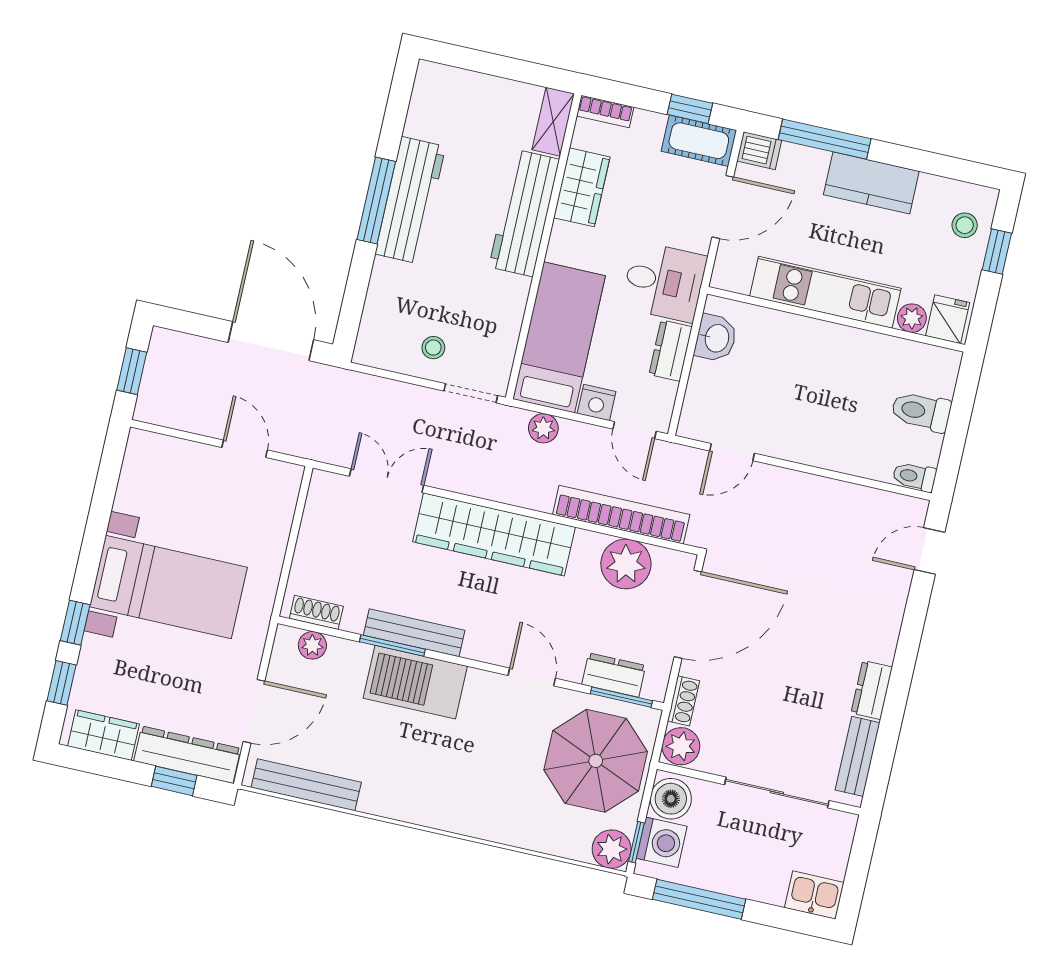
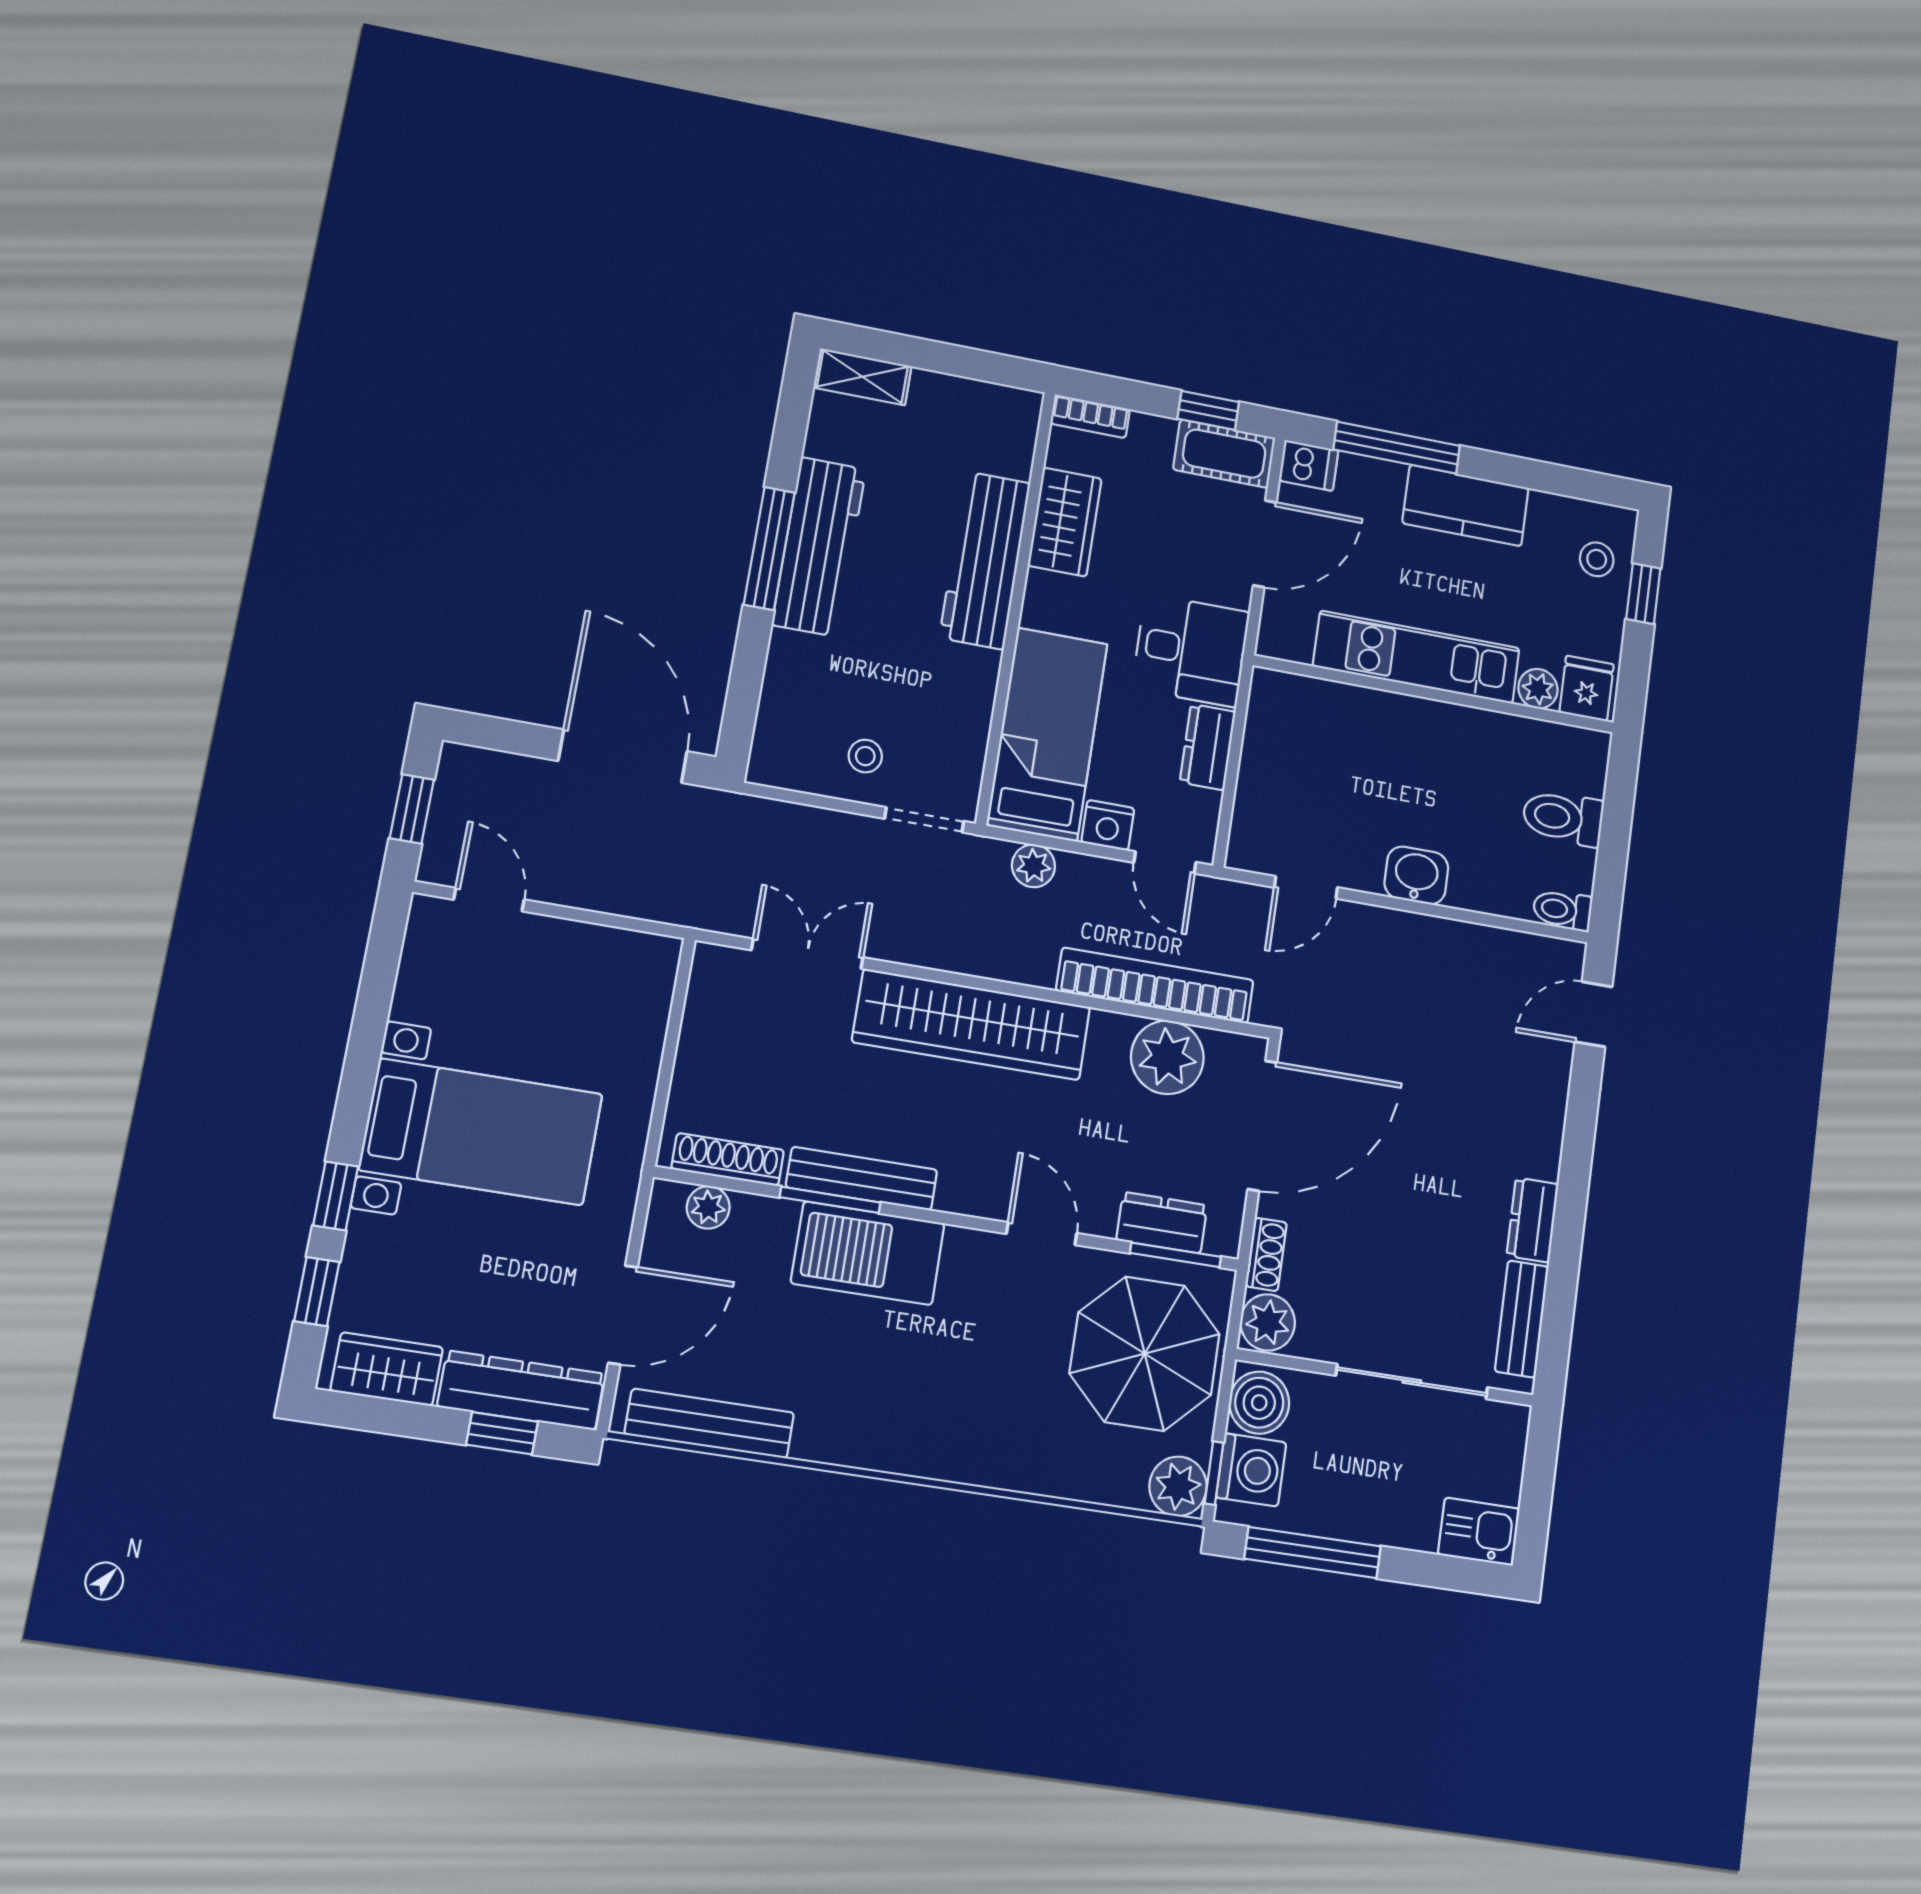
shelving: (553, 122) -> (862, 377), moved, turned 90
washbasin: (716, 338) -> (1416, 875), moved, turned -90
door: (245, 449) -> (489, 900), moved
shoe rack: (316, 612) -> (728, 1159), width x1.43

